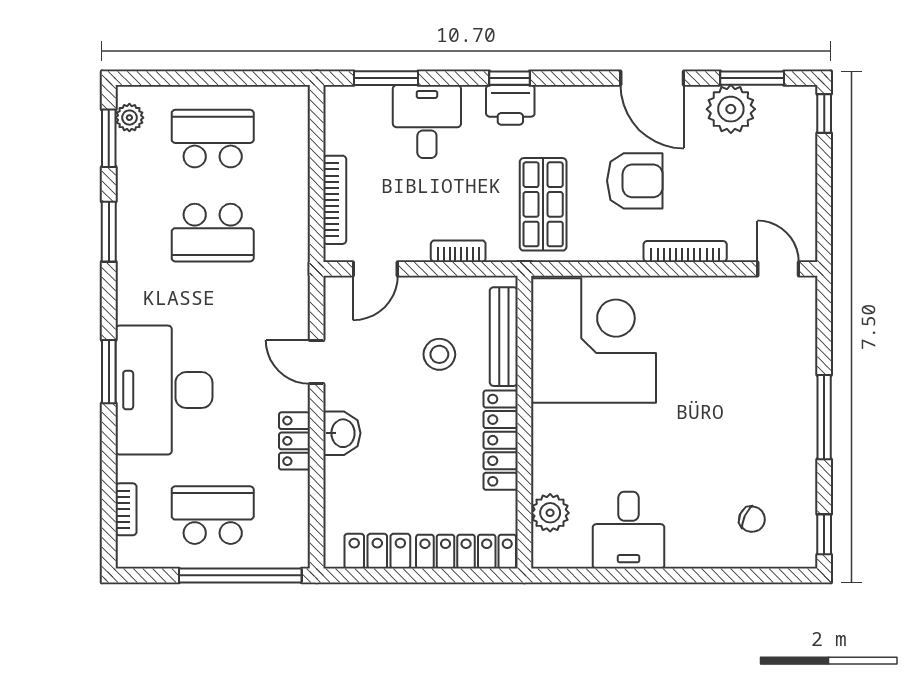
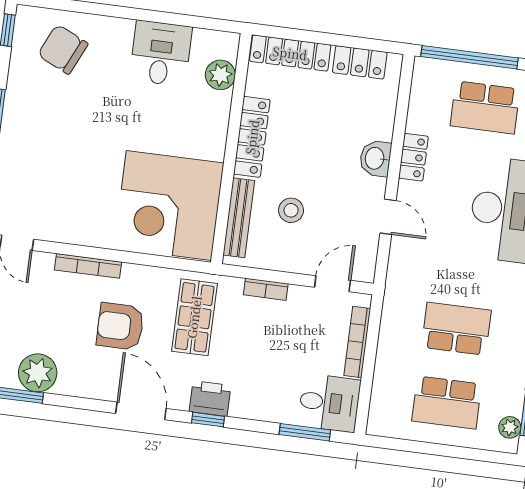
door: (652, 78) -> (141, 411), moved
desk: (427, 122) -> (329, 403), moved, turned -90
chair: (752, 519) -> (63, 49), width x1.87, depth x1.87

